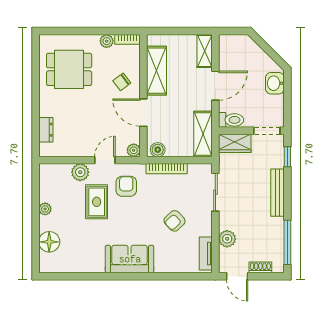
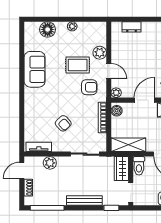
armchair: (174, 221) -> (63, 123), turned 180
sofa: (130, 259) -> (35, 69), moved

